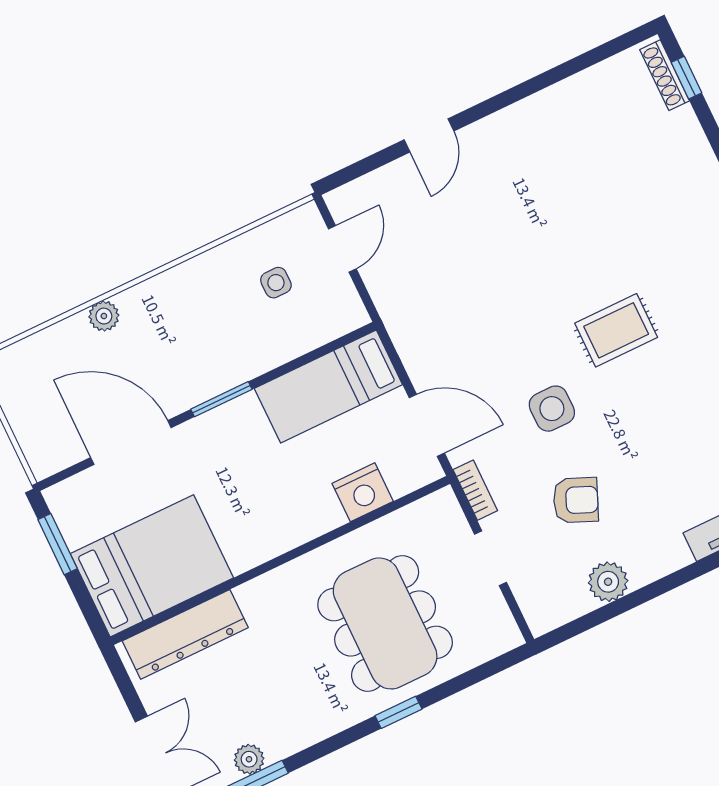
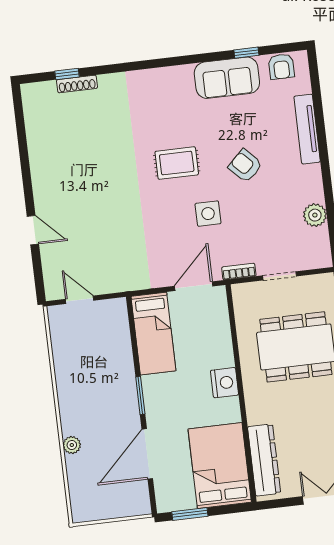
shoe rack: (665, 75) -> (77, 84), moved
window: (687, 78) -> (67, 74), moved
side table: (276, 283) -> (86, 343), removed
rug: (616, 330) -> (177, 163), turned 90
nightstand: (363, 492) -> (224, 383), moved
armchair: (576, 500) -> (245, 166), moved, turned -67

